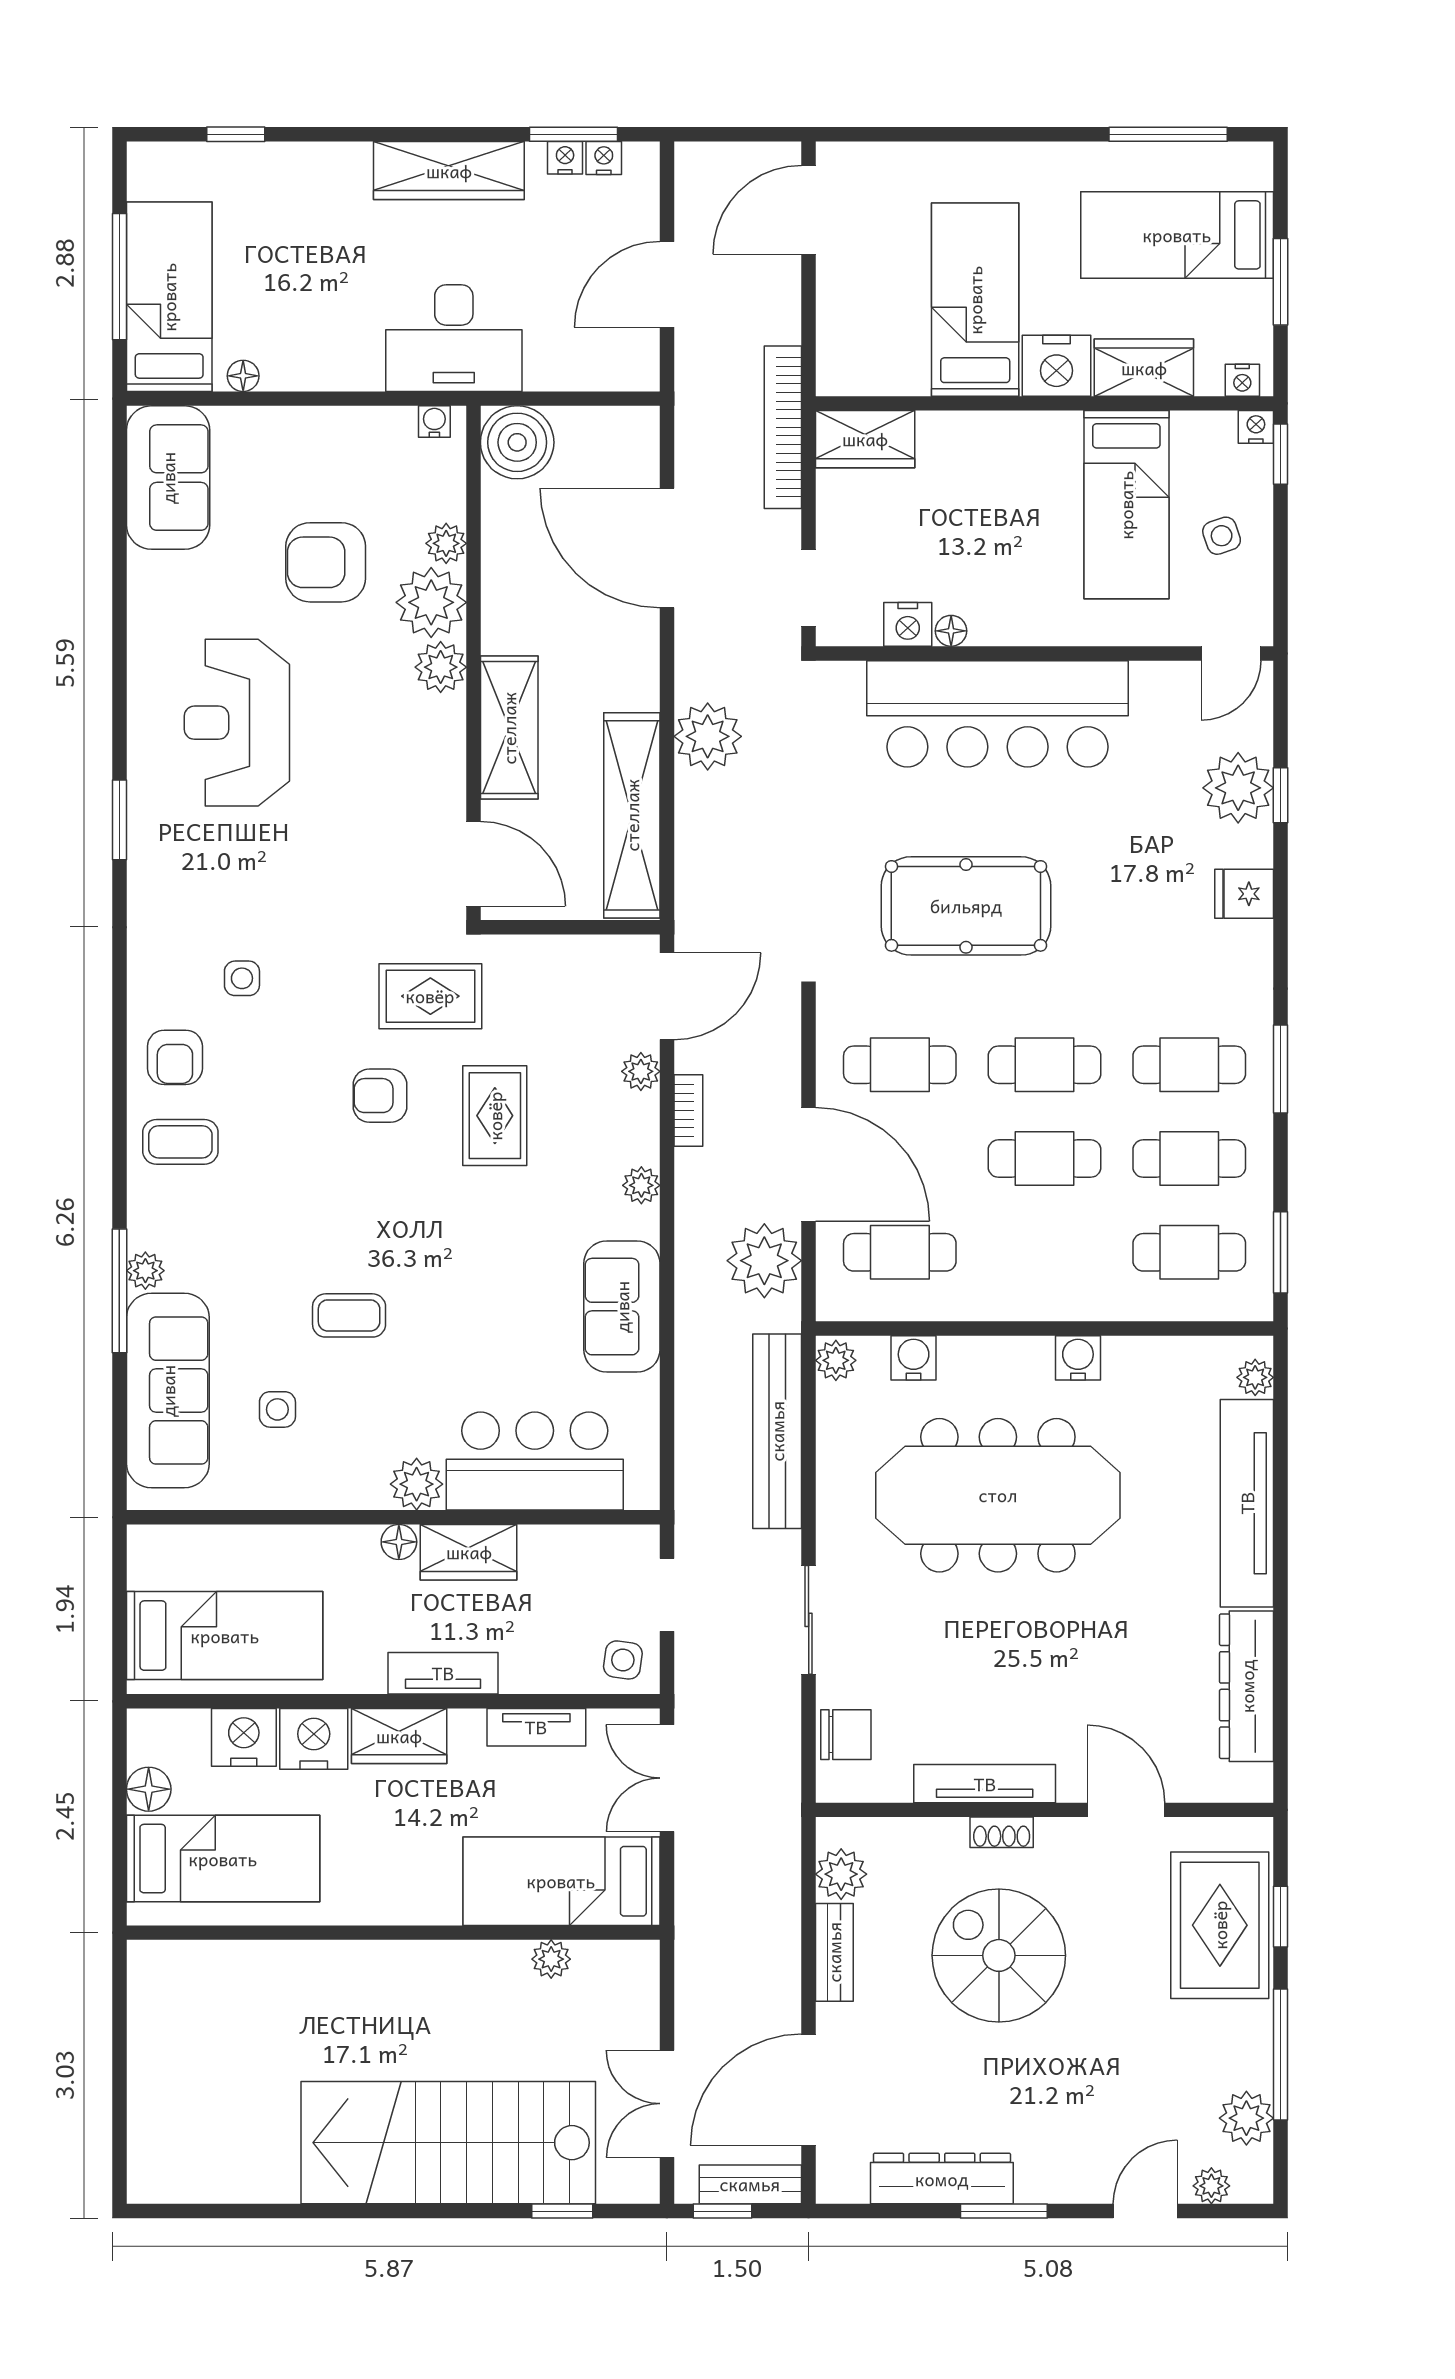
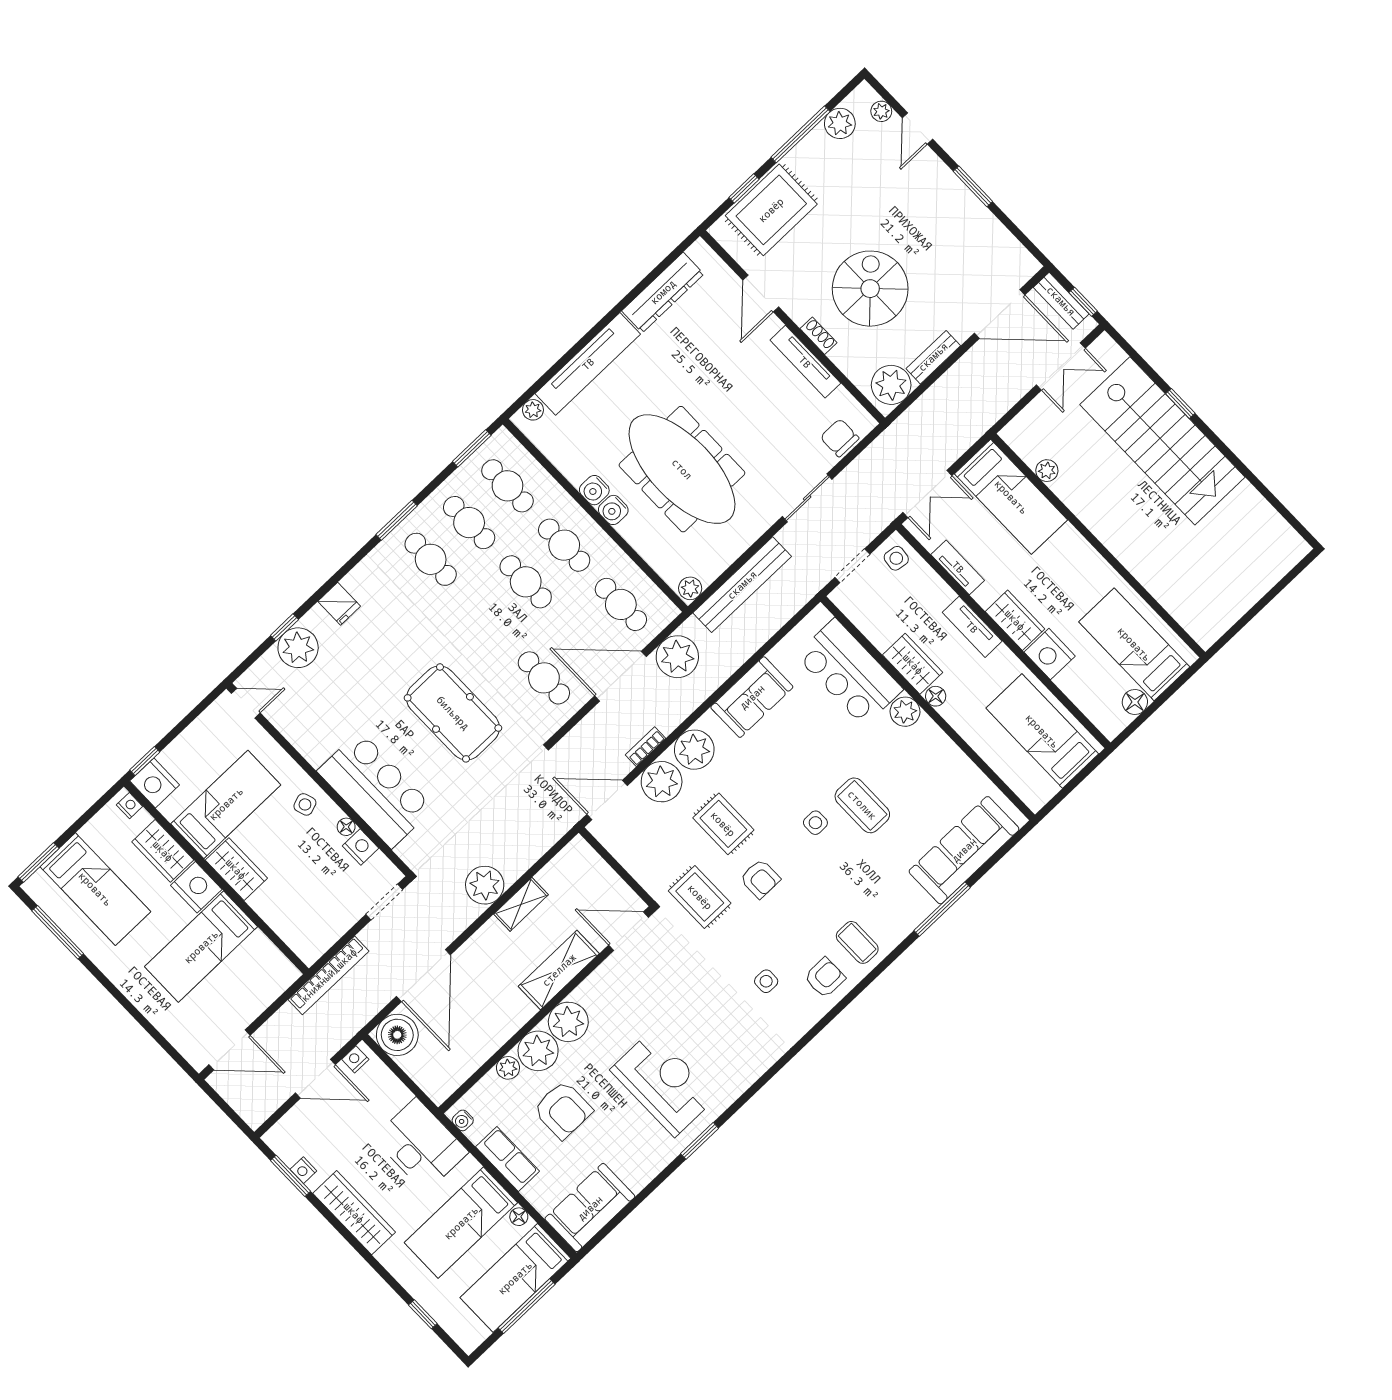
nightstand: (604, 158) -> (355, 1059), moved, turned 90
window: (1281, 282) -> (39, 862), moved
bed: (306, 295) -> (461, 1223), added
nightstand: (1256, 427) -> (155, 783), width x1.89, depth x1.79
row of seats: (330, 432) -> (508, 1159), added
wardrobe: (865, 439) -> (236, 869), moved
boiler: (517, 442) -> (397, 1035), moved
side table: (1222, 536) -> (305, 804), moved
plant: (441, 667) -> (568, 1022), width x1.36, depth x1.36
bar counter: (998, 714) -> (376, 790), width x0.73
reception desk: (237, 723) -> (663, 1083), turned -90
shelving: (632, 815) -> (521, 904), width x0.45, depth x0.75
window: (119, 820) -> (700, 1141), moved
door: (473, 864) -> (629, 931), hinge flipped
cafe table: (1045, 1065) -> (564, 545), moved
plant: (641, 1071) -> (662, 782), width x1.88, depth x1.88
rug: (495, 1116) -> (723, 824), turned 90
door: (809, 1164) -> (620, 676), hinge flipped
plant: (641, 1185) -> (694, 750), width x1.88, depth x1.88
plant: (145, 1271) -> (924, 906), removed
coffee table: (349, 1315) -> (862, 805), width x1.36, depth x1.30
water cooler: (914, 1358) -> (613, 510), moved
side table: (277, 1409) -> (815, 823), moved
nightstand: (244, 1737) -> (1076, 683), removed
plant: (841, 1874) -> (891, 385), width x1.36, depth x1.36
spiral stairs: (999, 1955) -> (870, 289), turned 180
dresser: (942, 2179) -> (984, 225), removed
window: (562, 2211) -> (1180, 404), moved
door: (1145, 2211) -> (918, 129), hinge flipped

